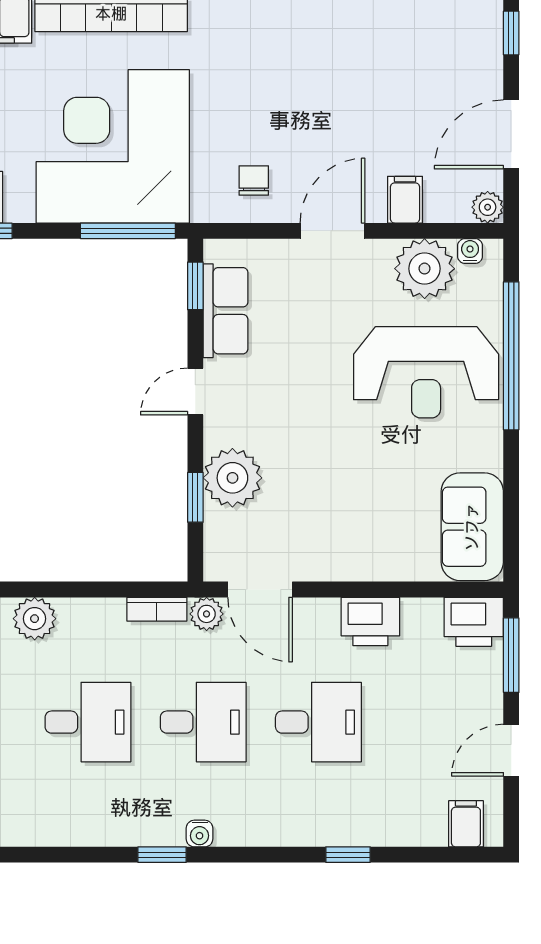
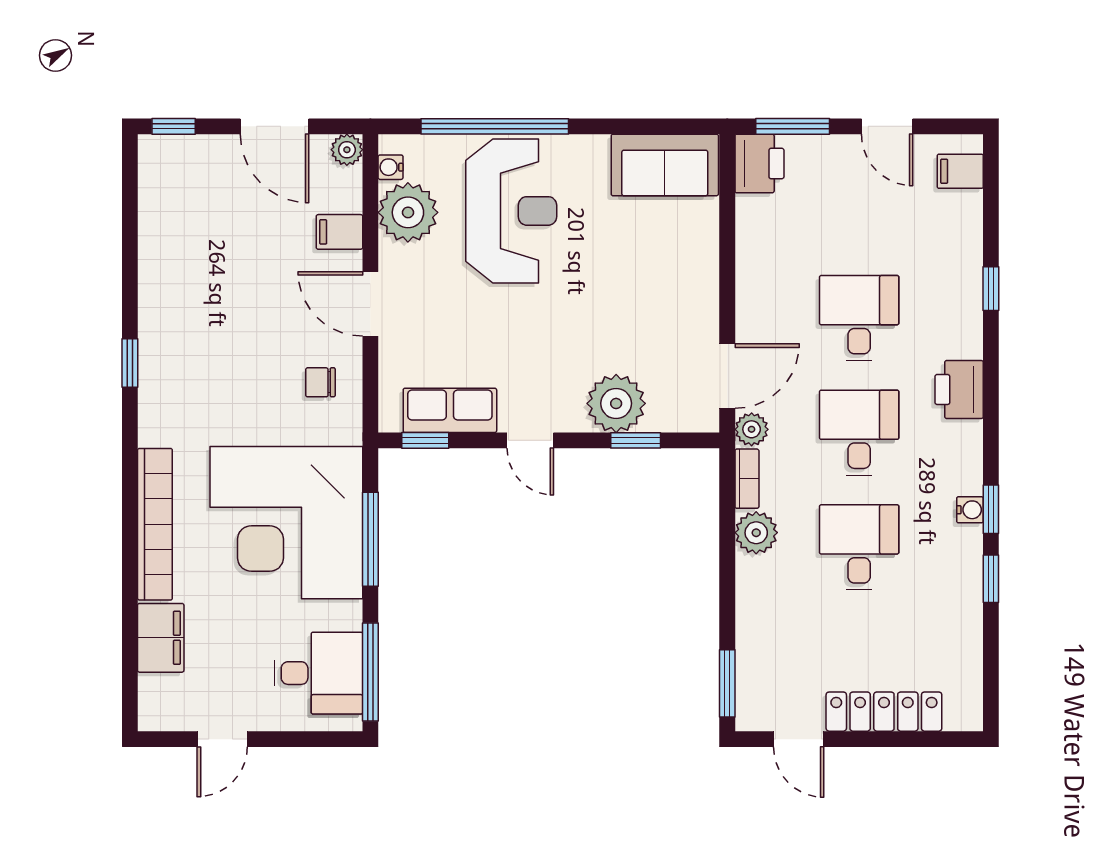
window: (128, 231) -> (370, 539), moved
plant: (35, 619) -> (756, 533), moved
printer: (370, 621) -> (959, 389), moved, turned 180
water cooler: (200, 834) -> (970, 510), moved
window: (56, 855) -> (991, 579), added
window: (162, 855) -> (991, 509), moved

